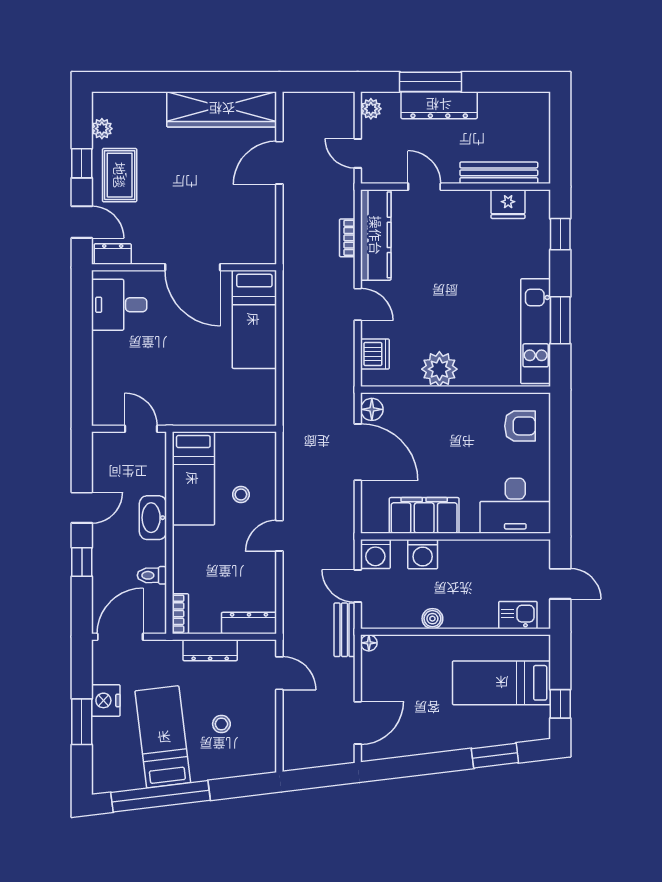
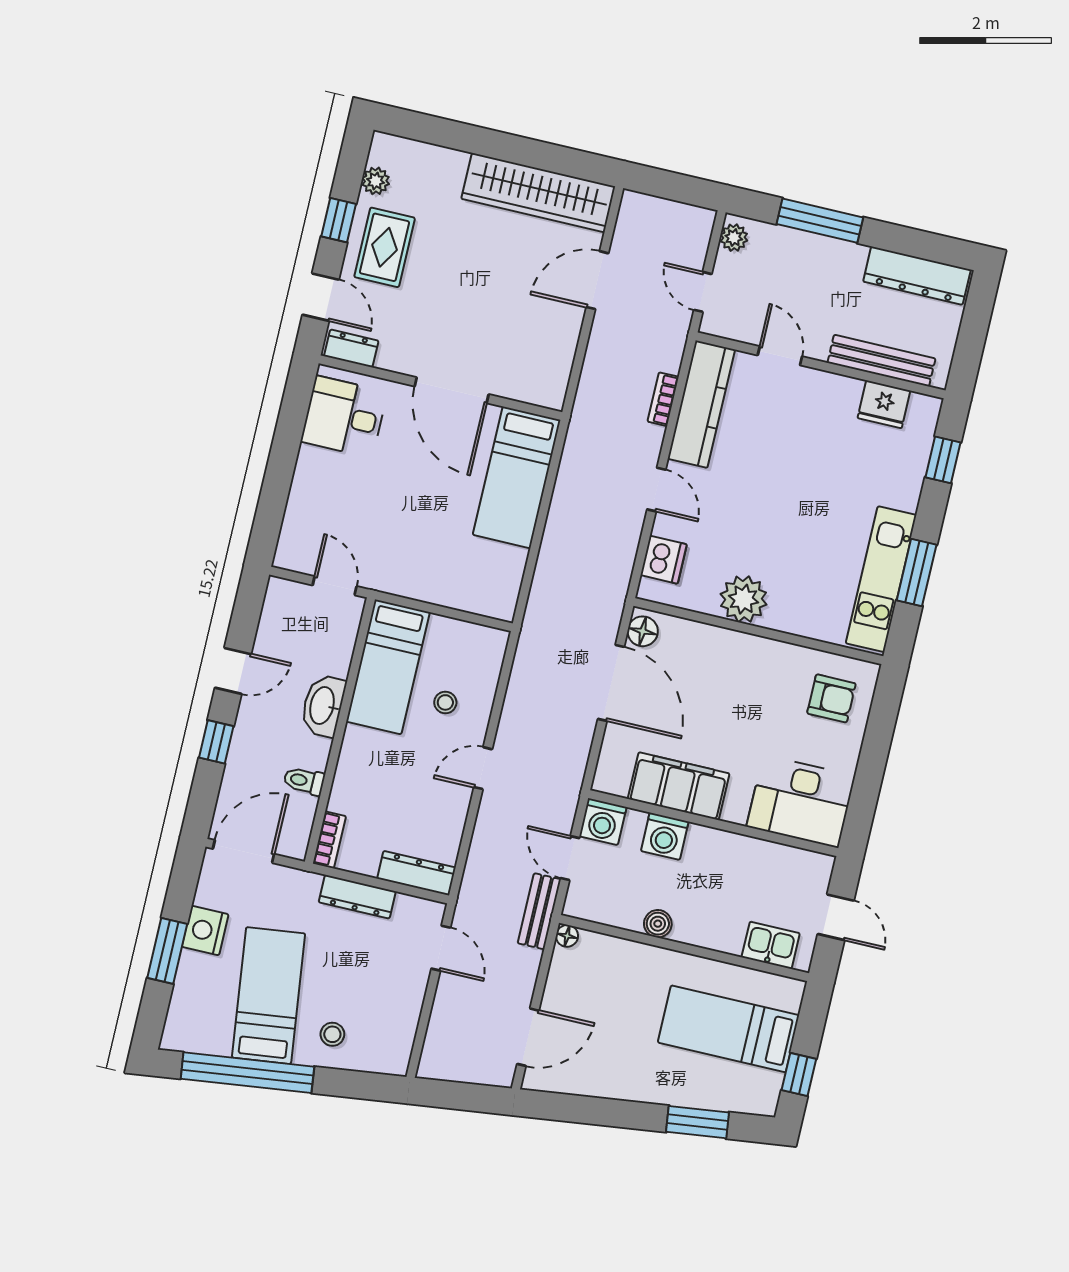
dresser: (439, 105) -> (917, 276), moved
stool: (221, 724) -> (332, 1034), moved

